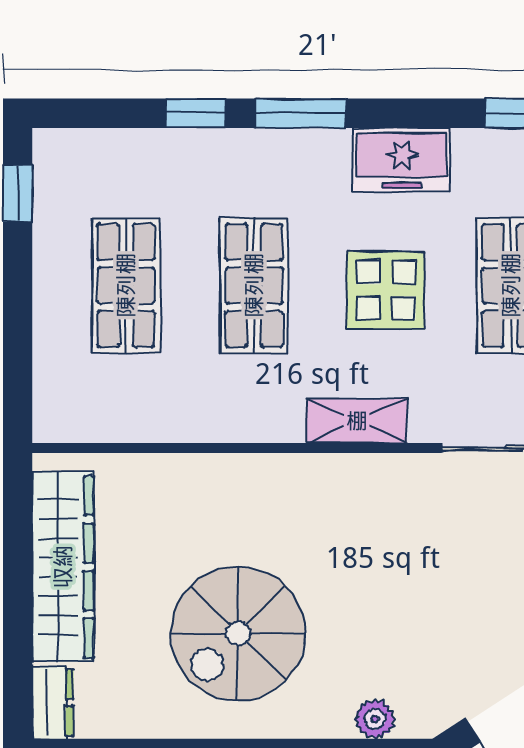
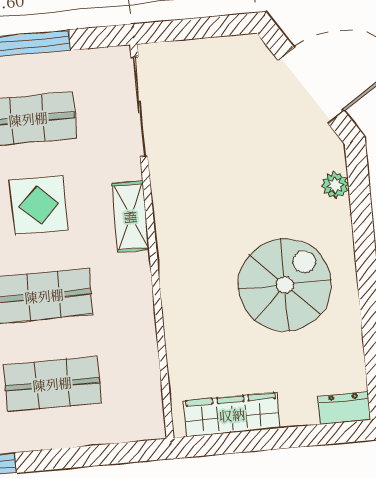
wardrobe: (63, 567) -> (232, 415), width x0.71, depth x0.85
spiral stairs: (238, 634) -> (285, 285), turned -90

